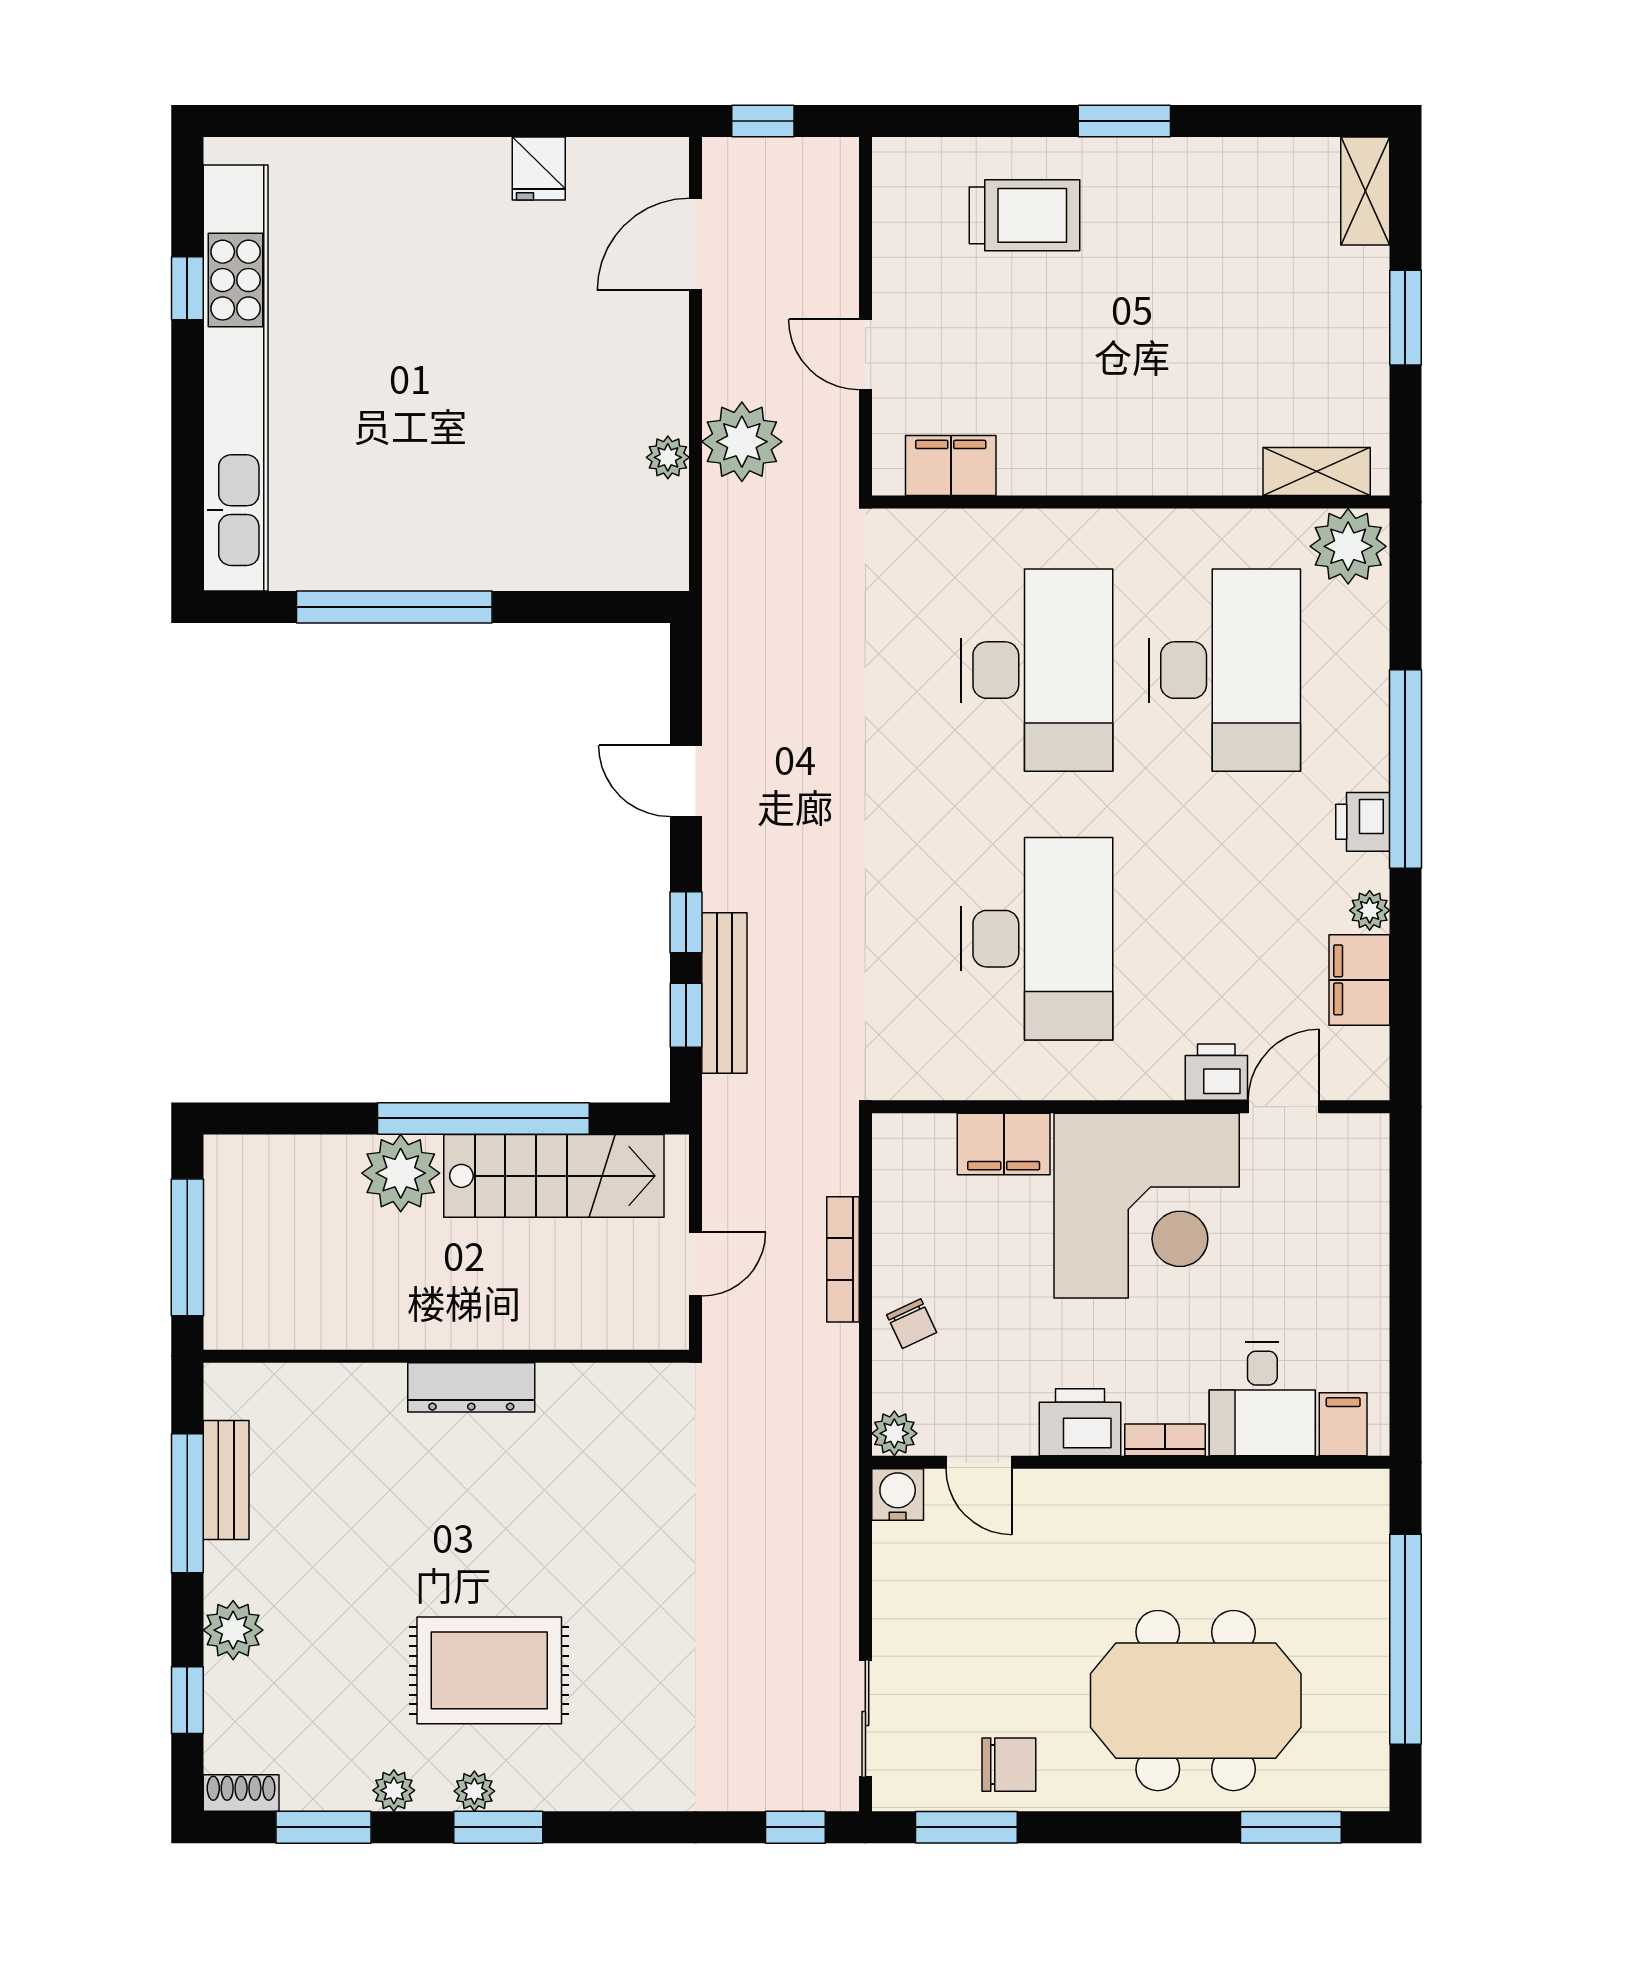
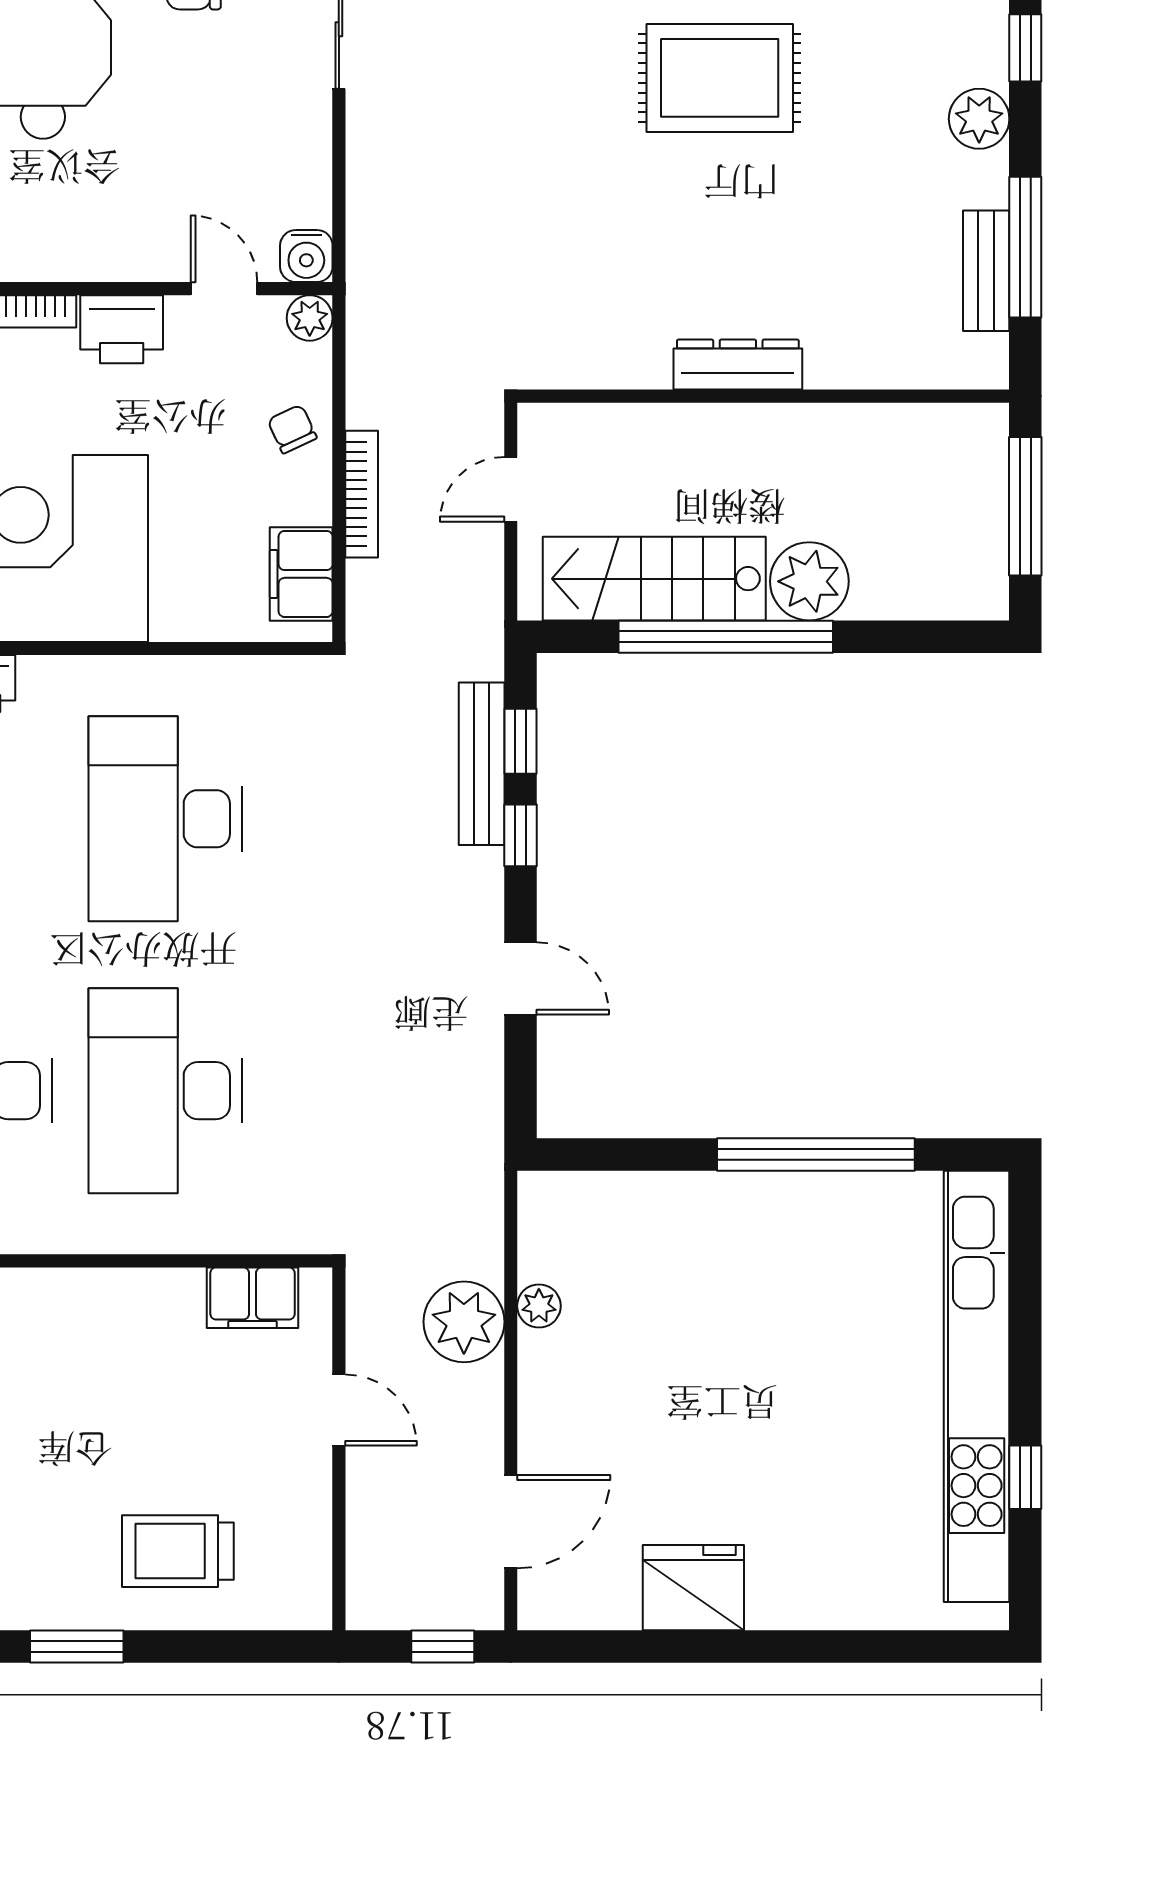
fridge: (539, 169) -> (693, 1588), width x1.88, depth x1.34
filing cabinet: (1004, 1144) -> (301, 574), moved, turned -90

